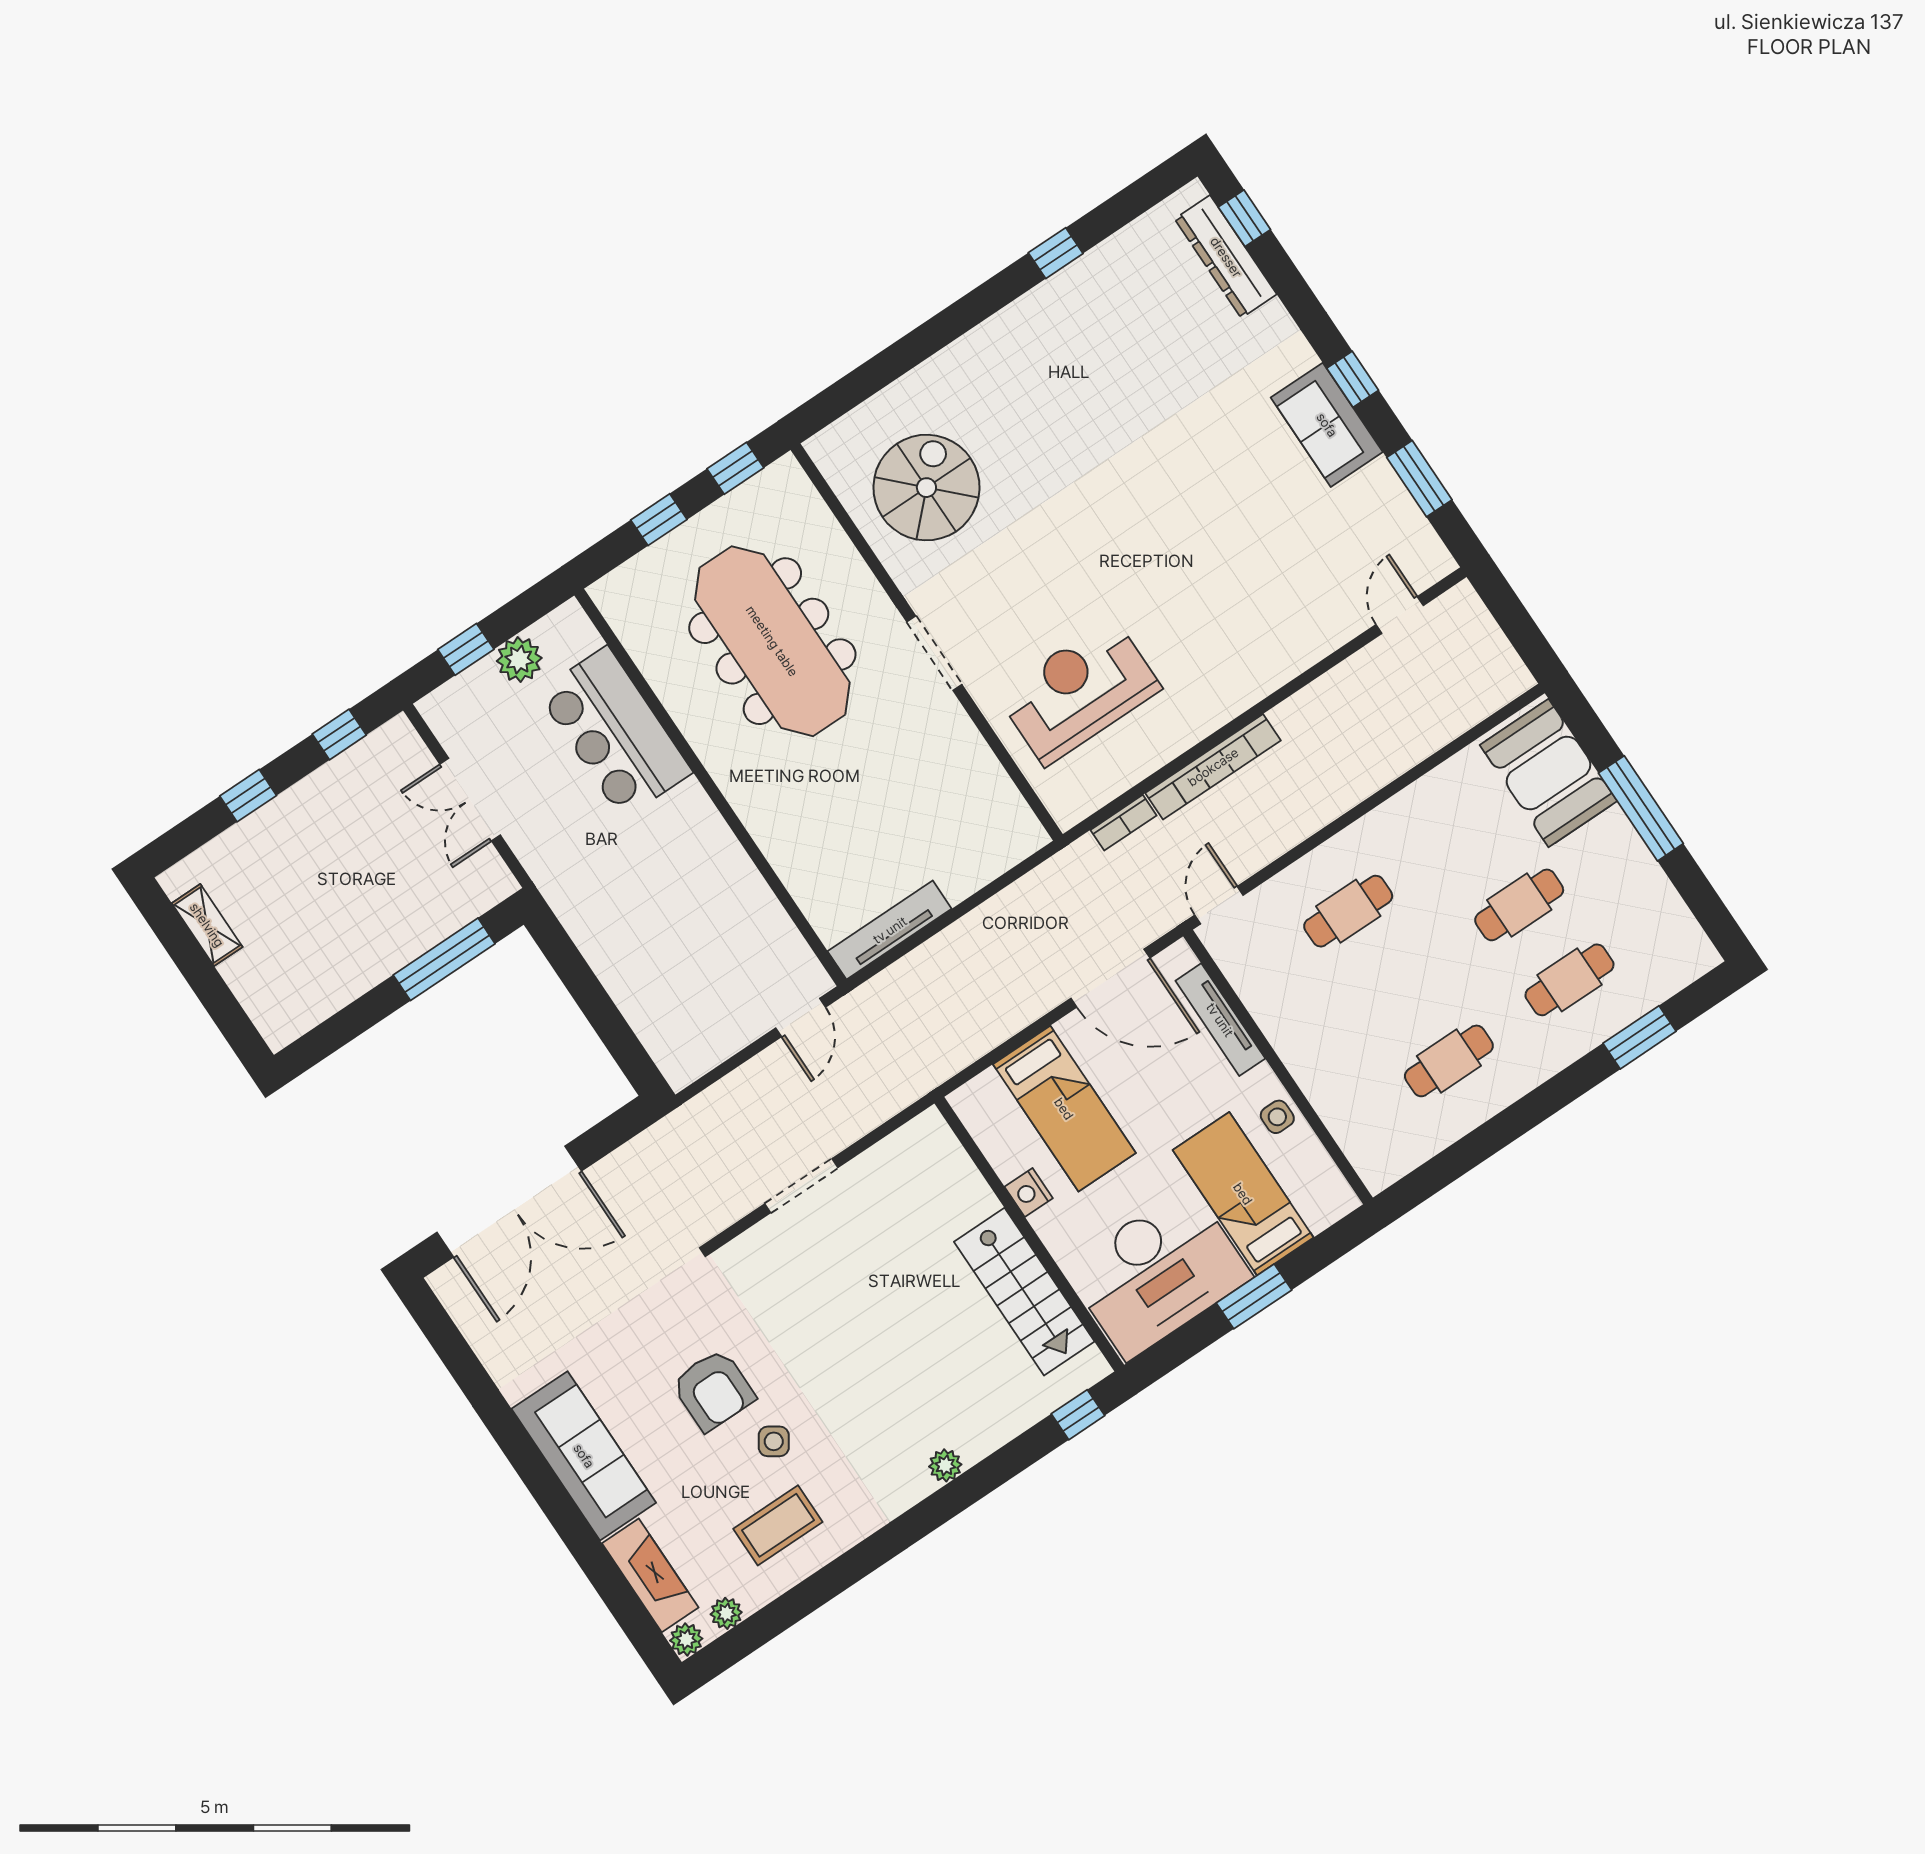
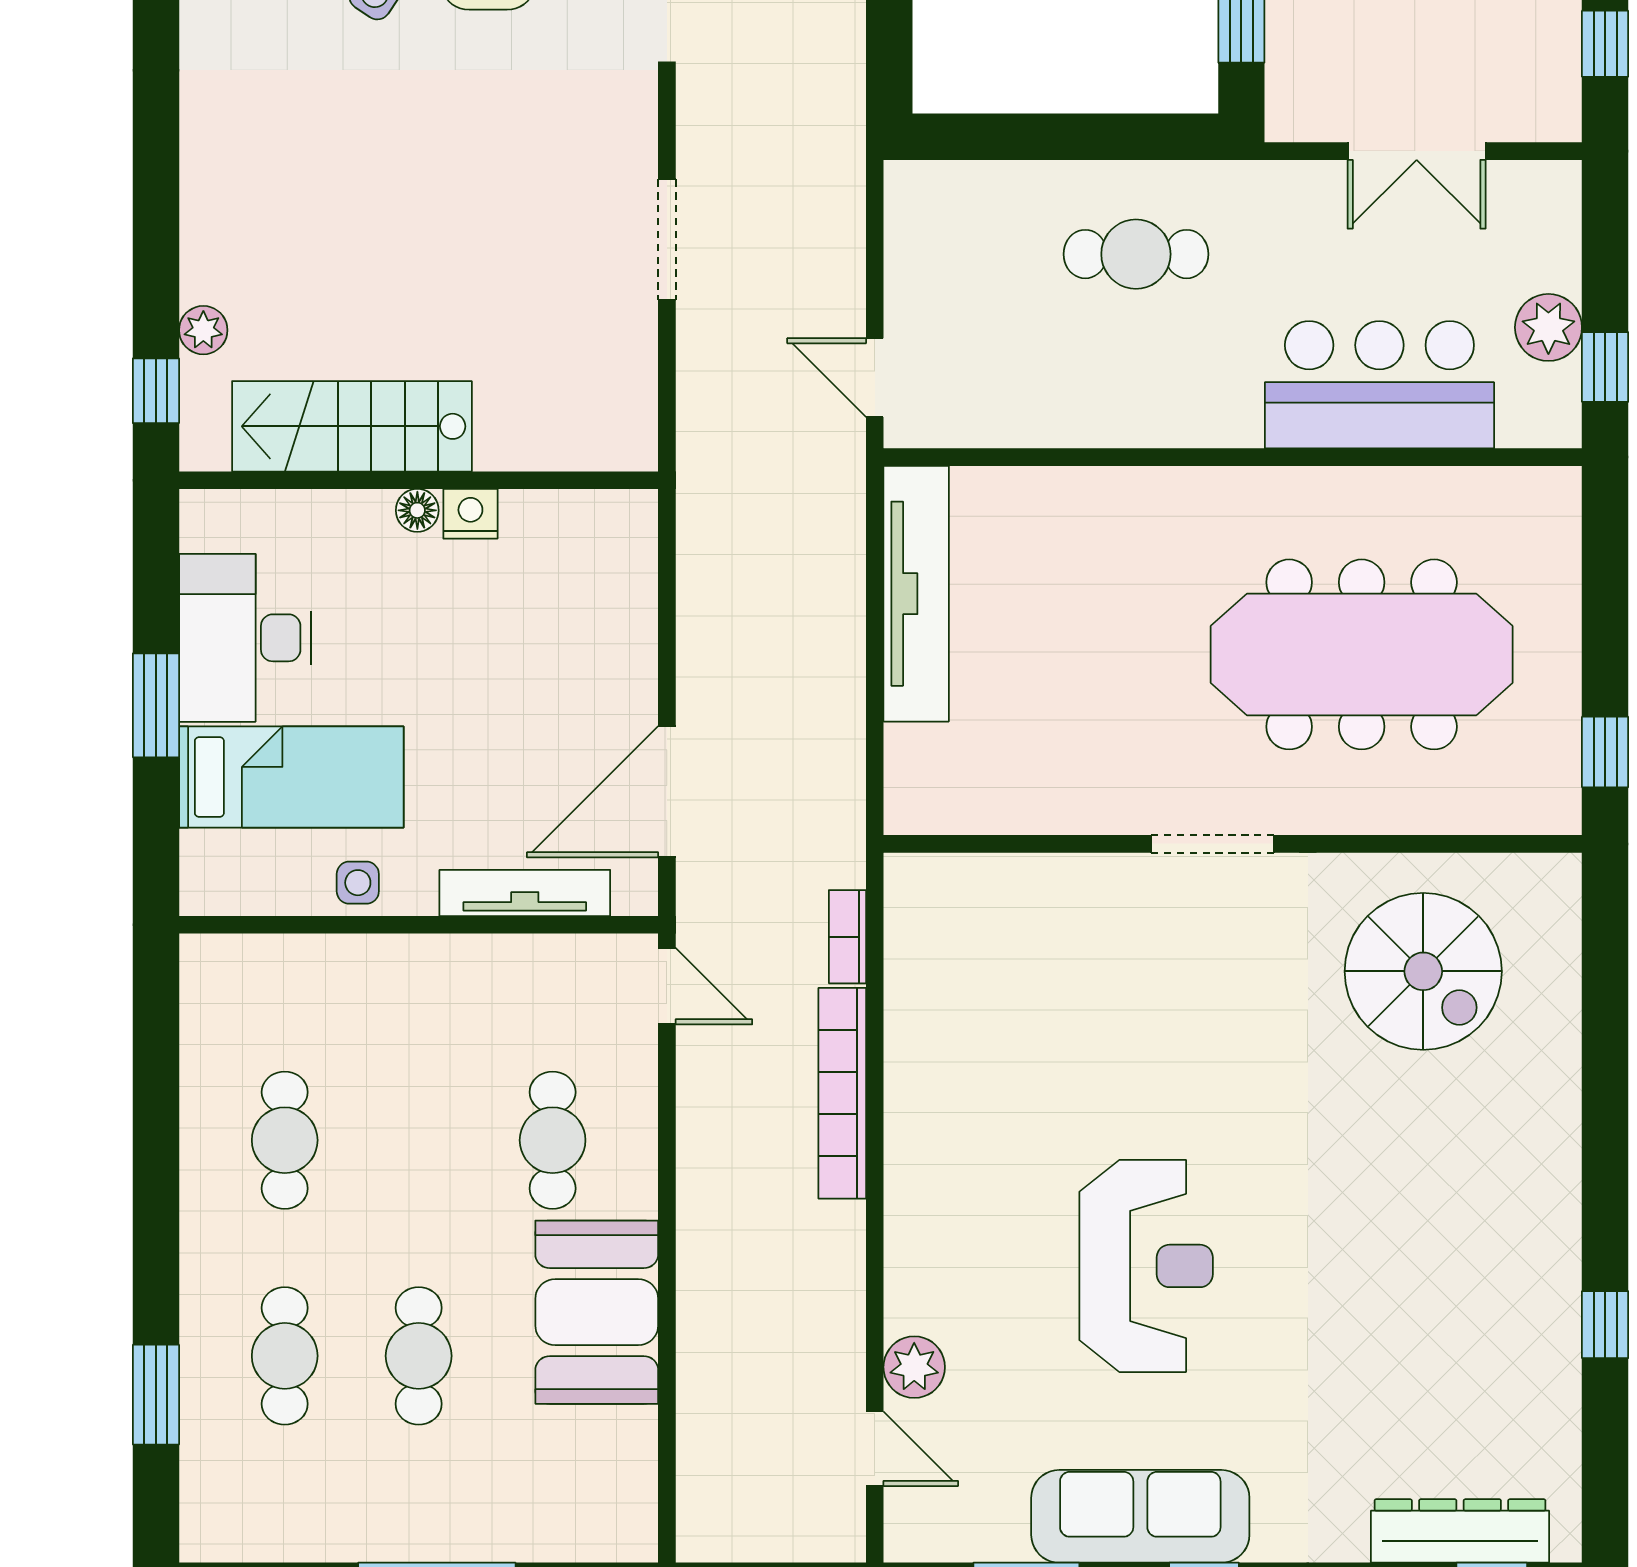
sofa: (1327, 425) -> (1140, 1516), width x1.36
window: (659, 520) -> (1605, 615), removed
plant: (1339, 624) -> (914, 1367), added
window: (466, 649) -> (1605, 367), moved
reception desk: (1079, 691) -> (1146, 1266), moved
booth: (1549, 773) -> (597, 1312), moved, turned 90
double door: (470, 800) -> (1417, 151), swing flipped
cafe table: (633, 918) -> (1136, 254), added
tv unit: (890, 930) -> (916, 594), width x1.36, depth x1.29
bed: (1064, 1109) -> (544, 627), removed
floor lamp: (1047, 1224) -> (417, 510), added
desk: (1158, 1272) -> (245, 638), width x0.73, depth x0.77
plant: (945, 1465) -> (203, 330), moved

